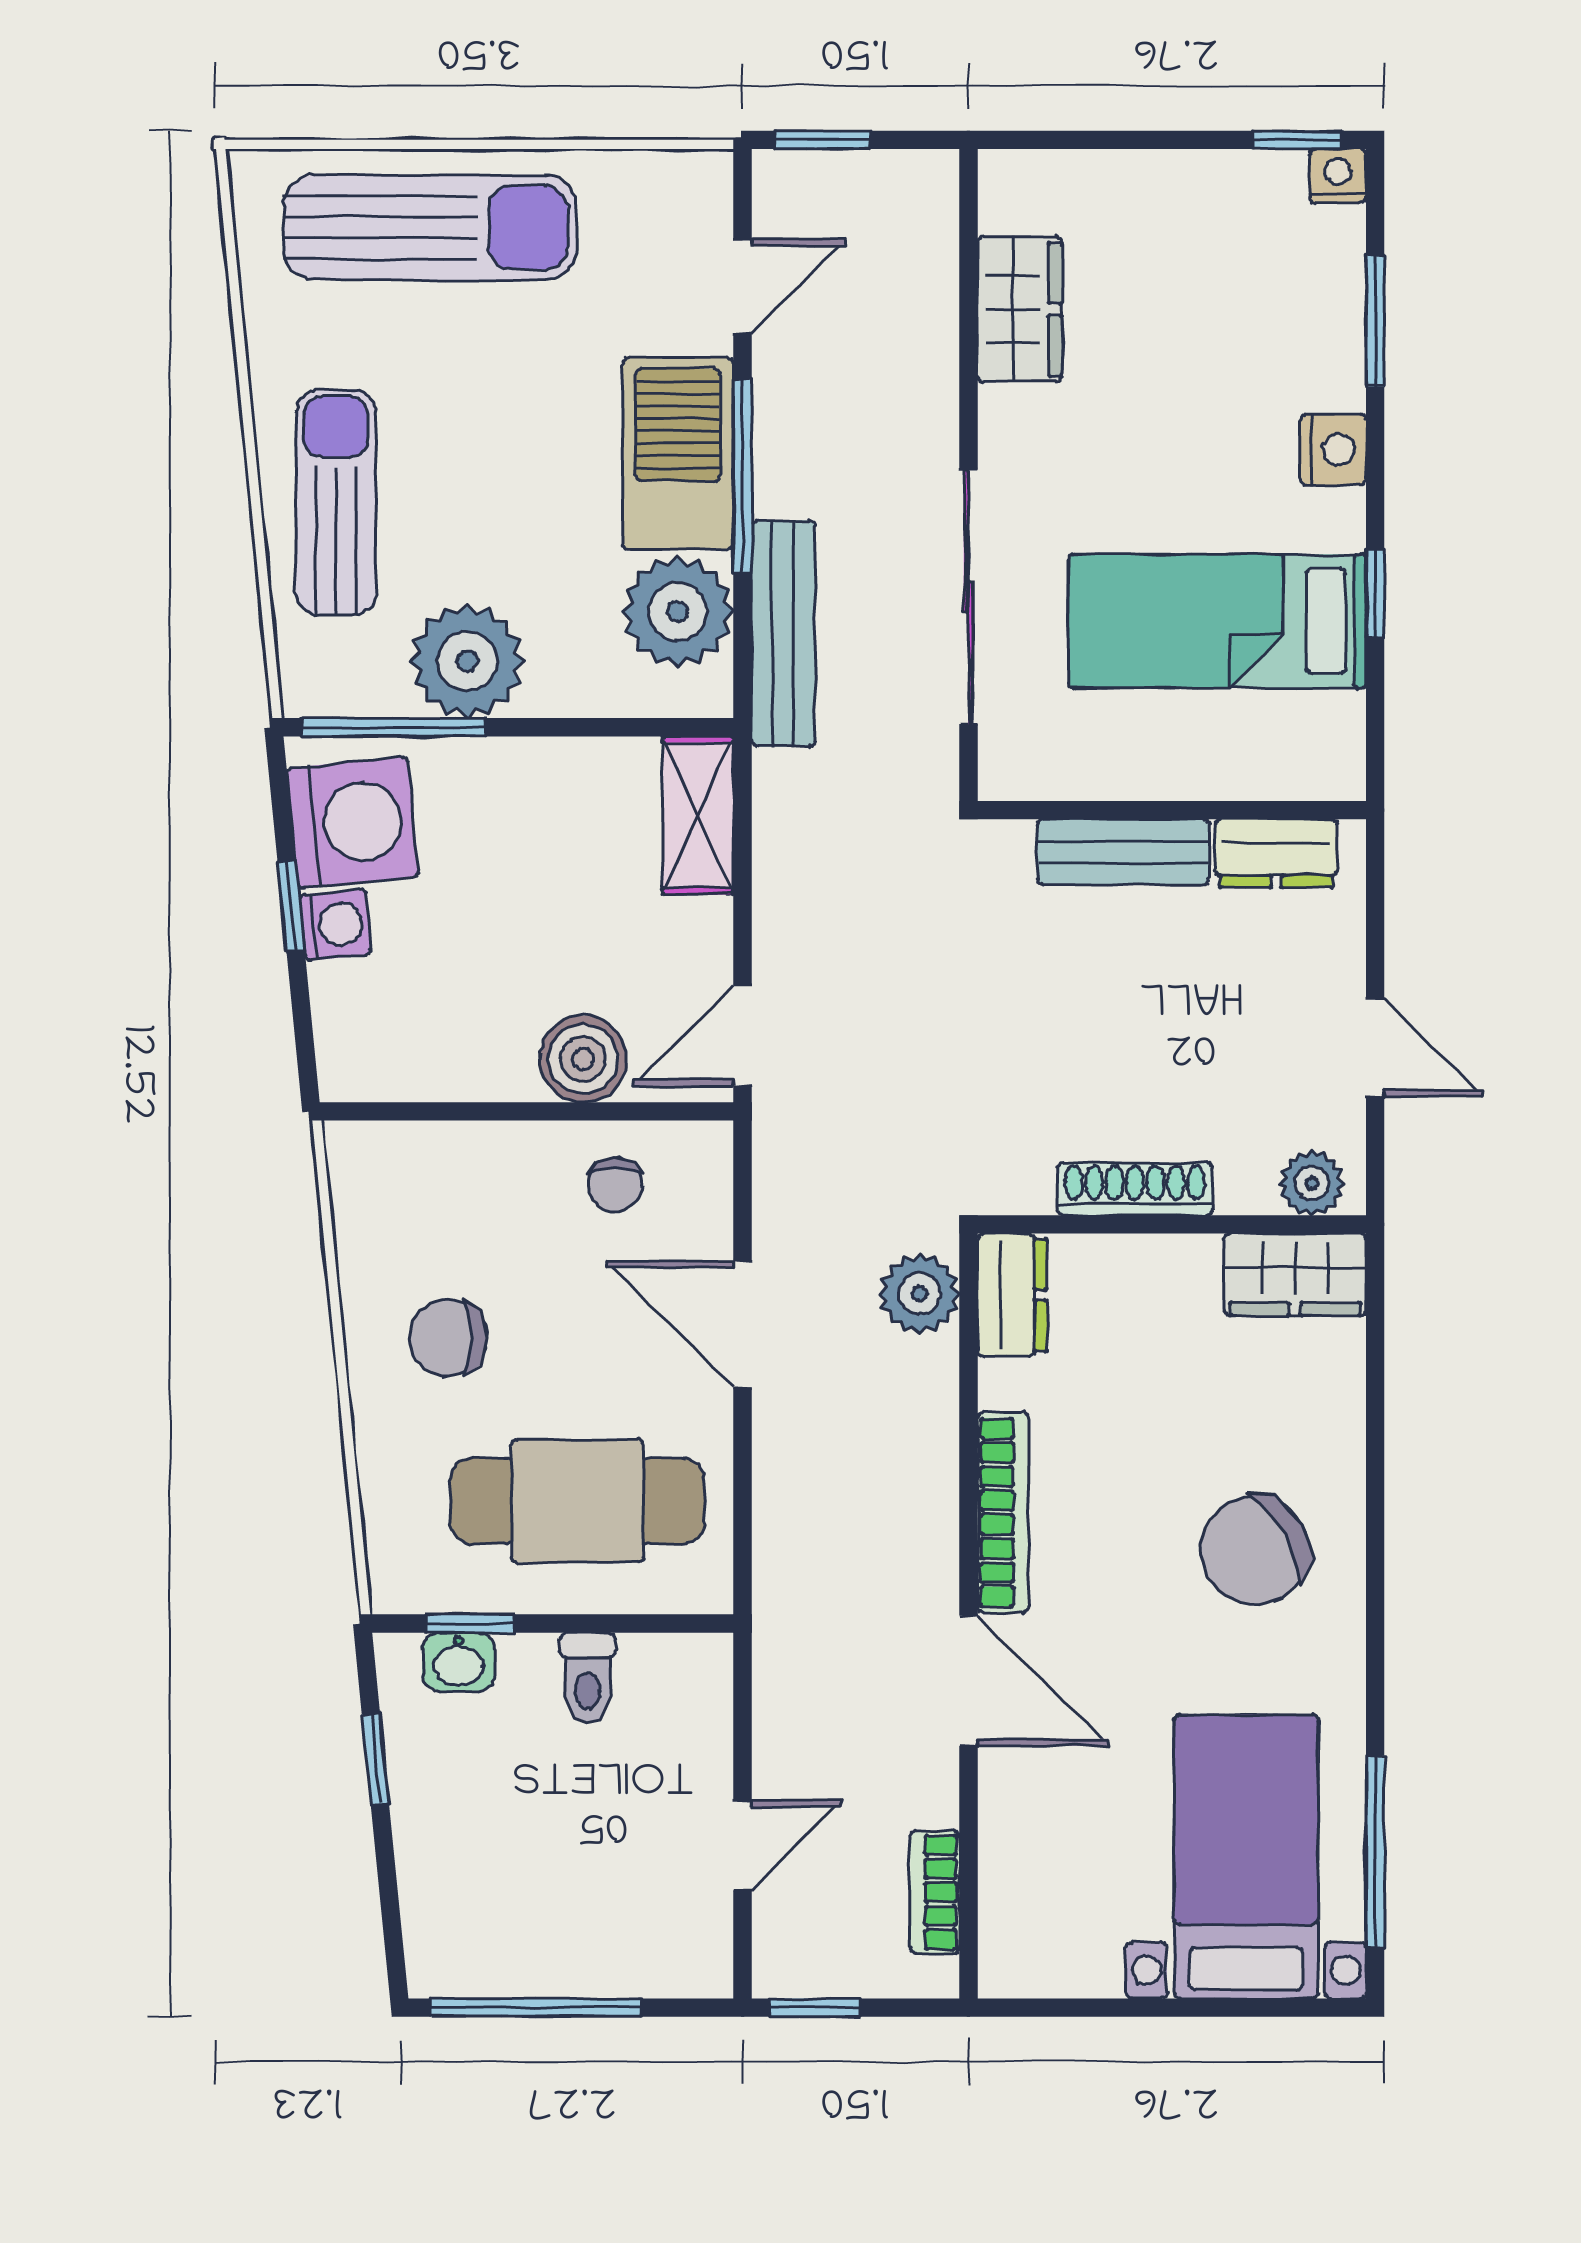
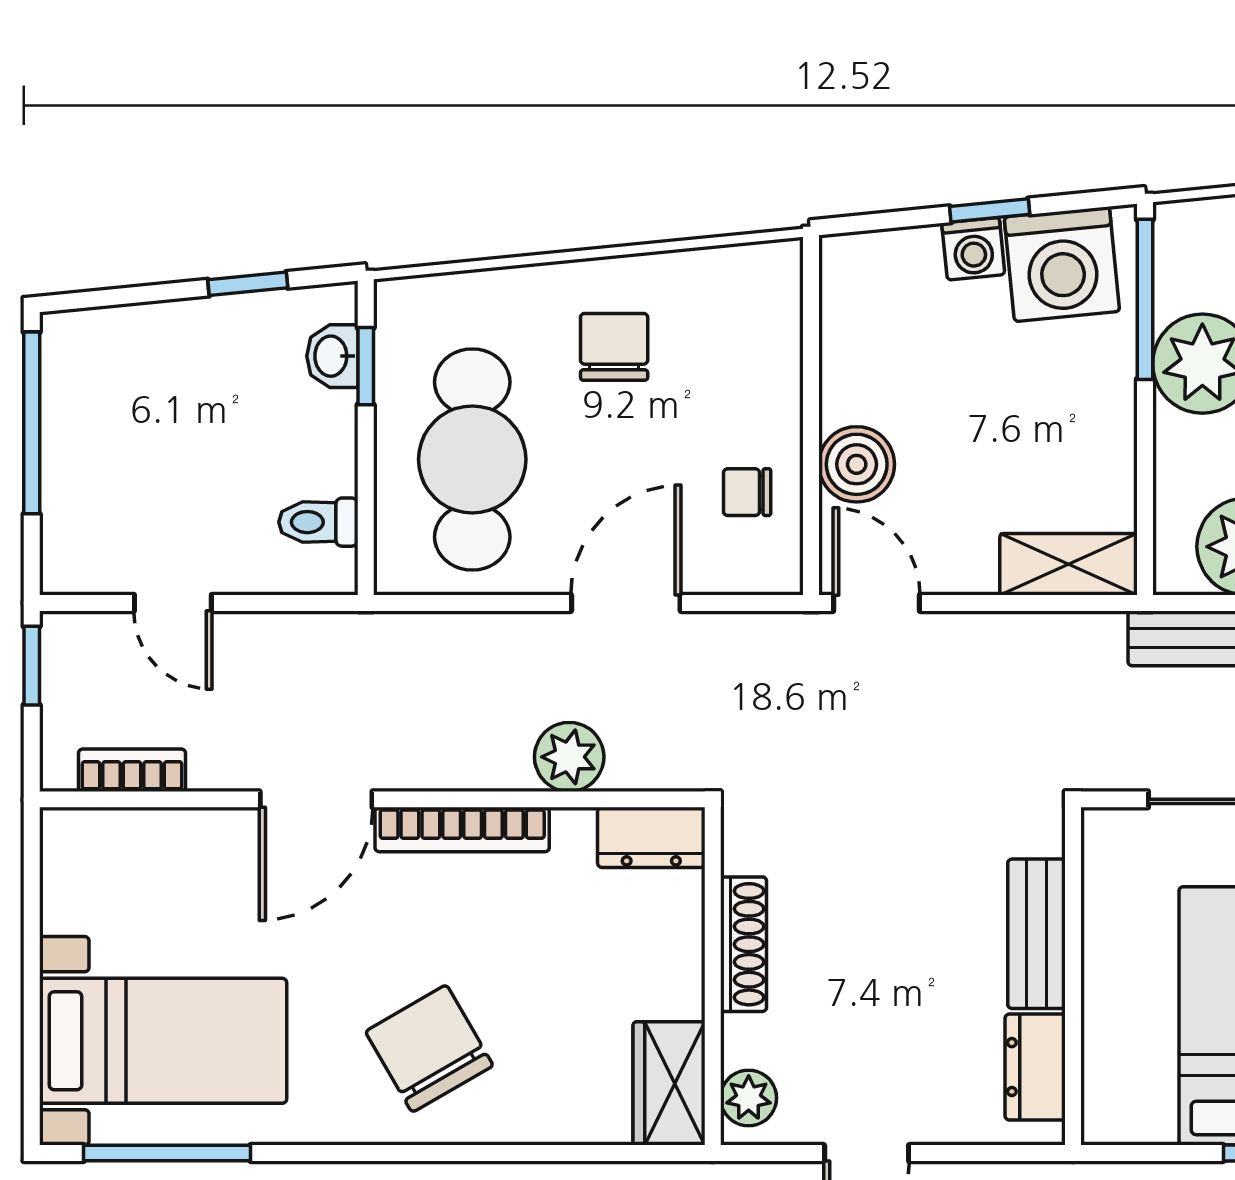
plant: (920, 1294) -> (569, 757), moved
toilet: (588, 1678) -> (318, 522), moved

